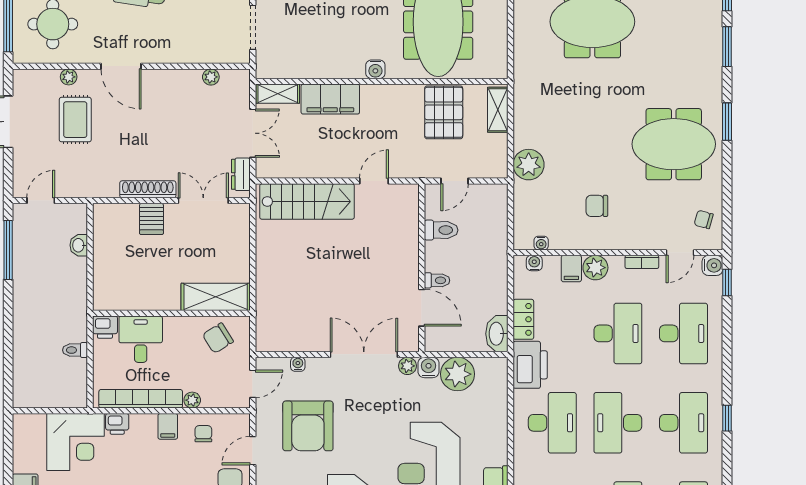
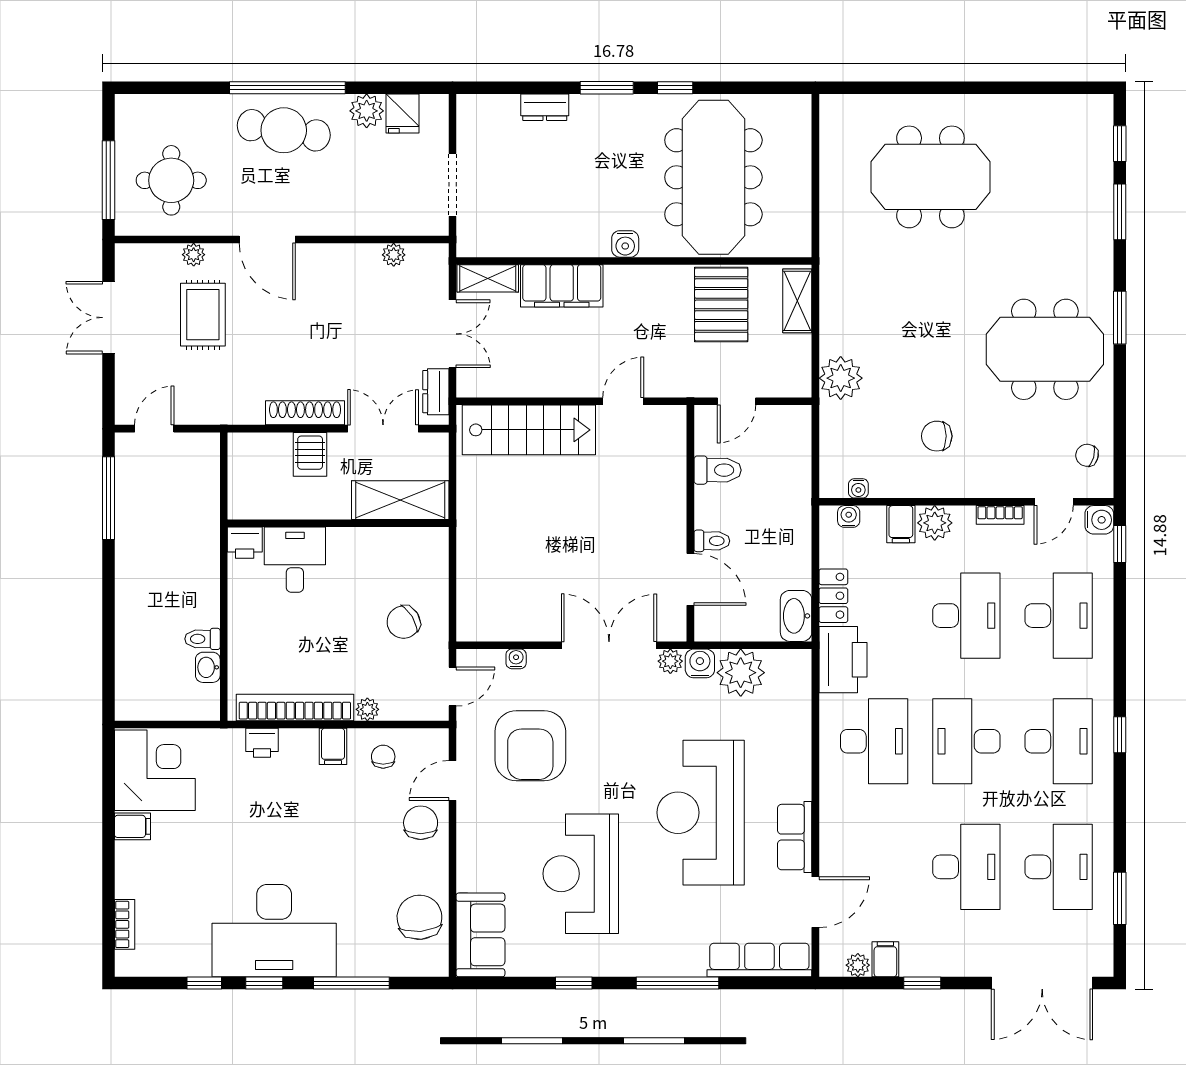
washbasin: (79, 245) -> (208, 667), moved
shelving: (216, 297) -> (400, 500), moved
wall: (171, 313) -> (338, 523), moved
printer: (105, 327) -> (245, 543), moved
desk: (141, 339) -> (295, 560), moved
corner desk: (75, 442) -> (155, 770), moved, turned -90

